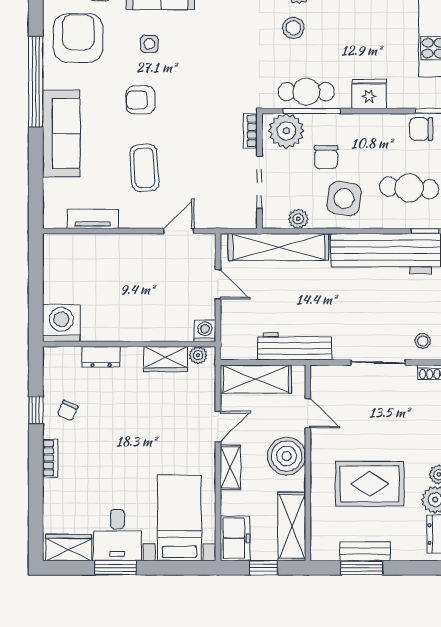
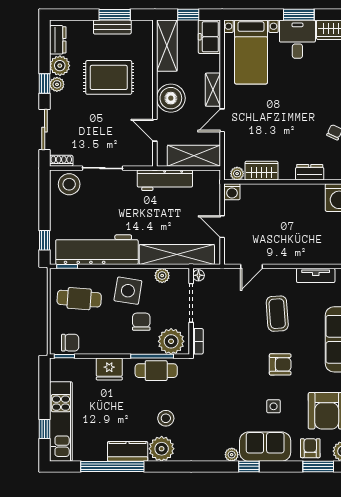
floor lamp: (250, 219) -> (199, 275), added
stool: (423, 341) -> (69, 184), width x1.89, depth x1.89

